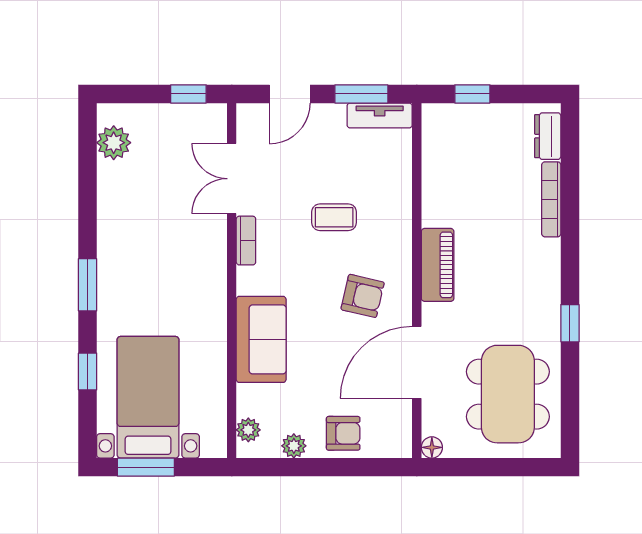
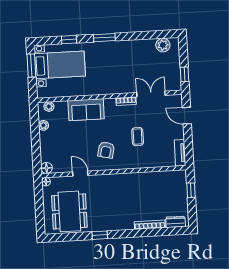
window: (361, 94) -> (188, 145), removed
piano: (438, 265) -> (120, 180), removed
door: (417, 362) -> (80, 174), width x0.53
dining table: (508, 394) -> (69, 211), turned 90
armchair: (343, 433) -> (50, 145), removed
floor lamp: (398, 444) -> (46, 168), added

